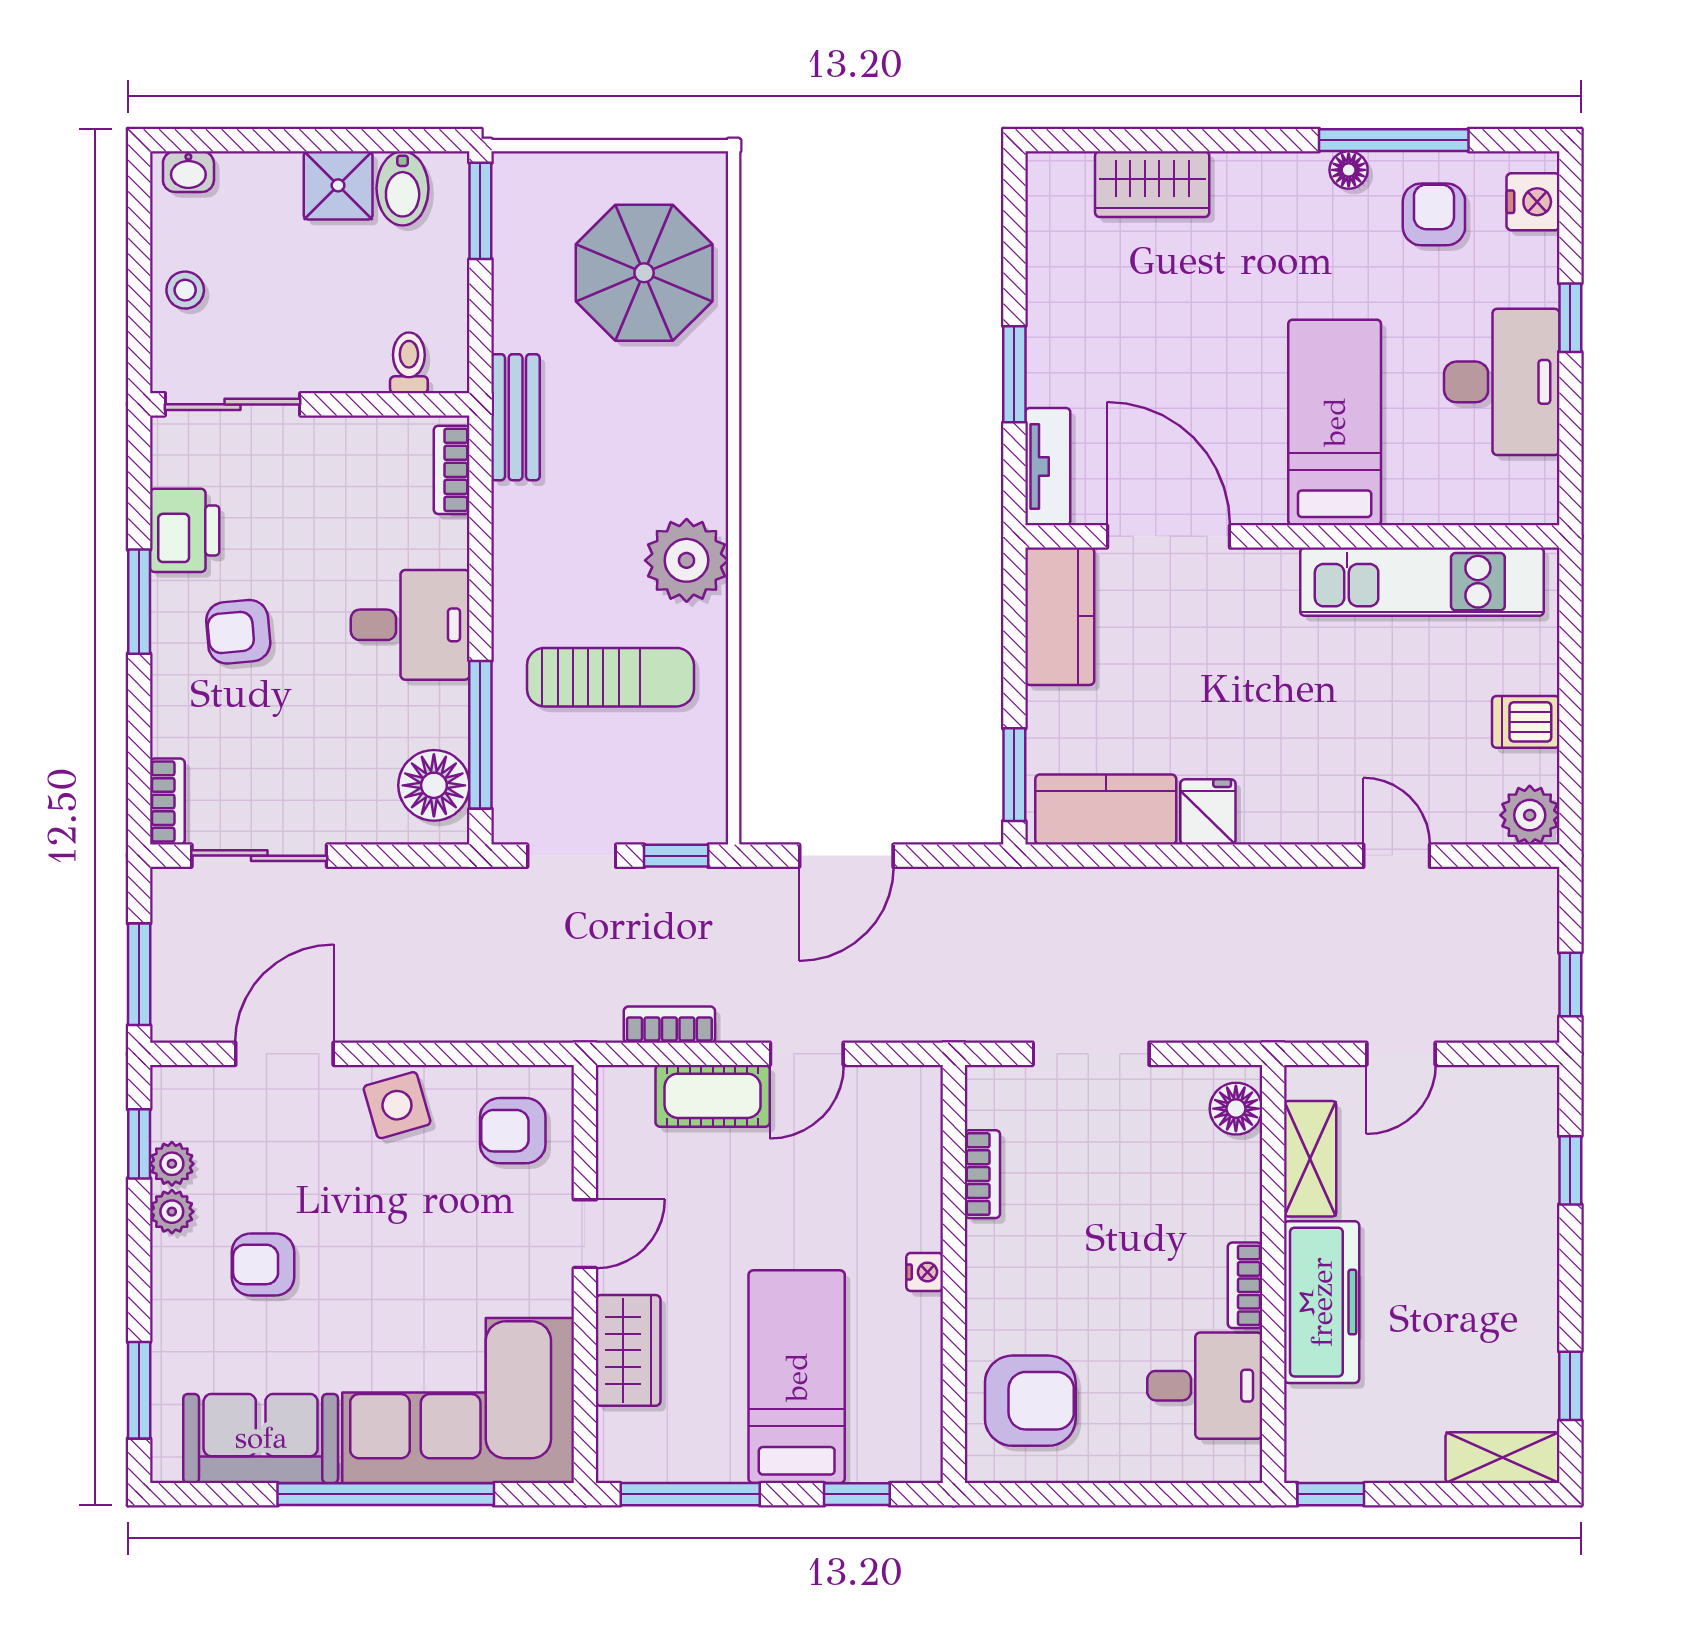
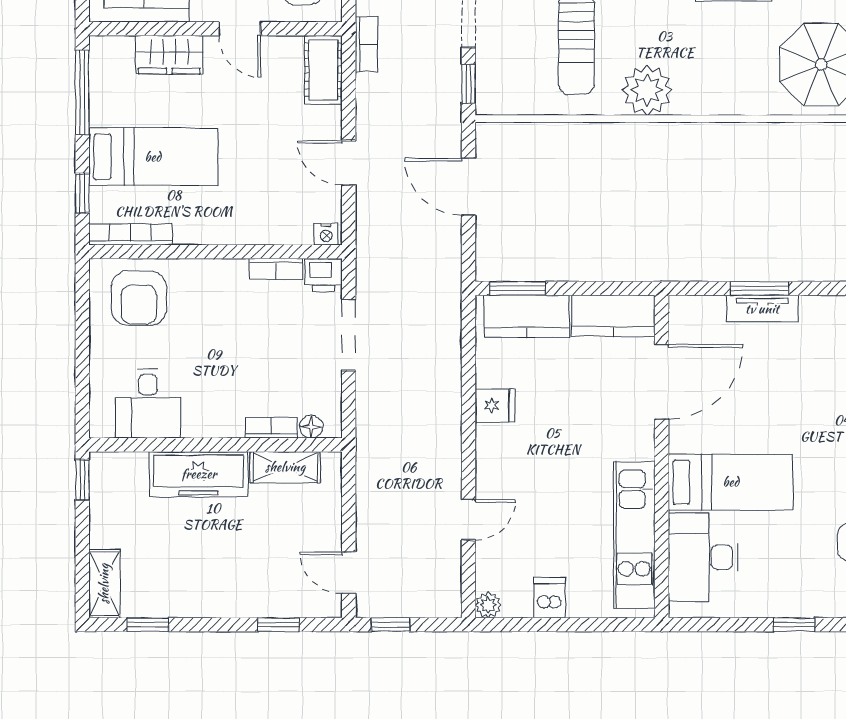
desk: (1502, 382) -> (703, 557), moved, turned 90
tv unit: (1048, 467) -> (762, 309), moved
kitchen counter: (1106, 810) -> (527, 316), moved, turned 90
plant: (1530, 815) -> (488, 605), width x0.73, depth x0.73
bookcase: (669, 1025) -> (366, 44), moved
door: (1401, 1054) -> (349, 573), moved
printer: (992, 1095) -> (324, 275), added
cot: (713, 1096) -> (323, 70), moved
floor lamp: (1236, 1109) -> (311, 427), width x0.73, depth x0.73
nightstand: (925, 1272) -> (326, 234), moved
bookcase: (1245, 1285) -> (271, 428), moved
bookcase: (925, 1415) -> (130, 234), added

